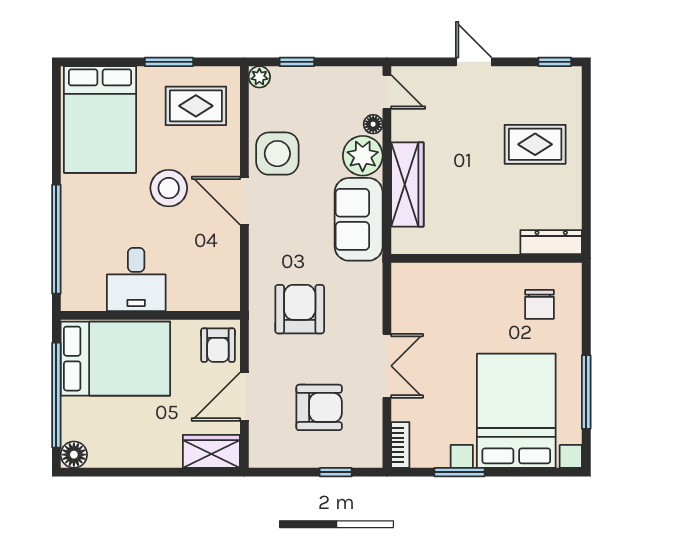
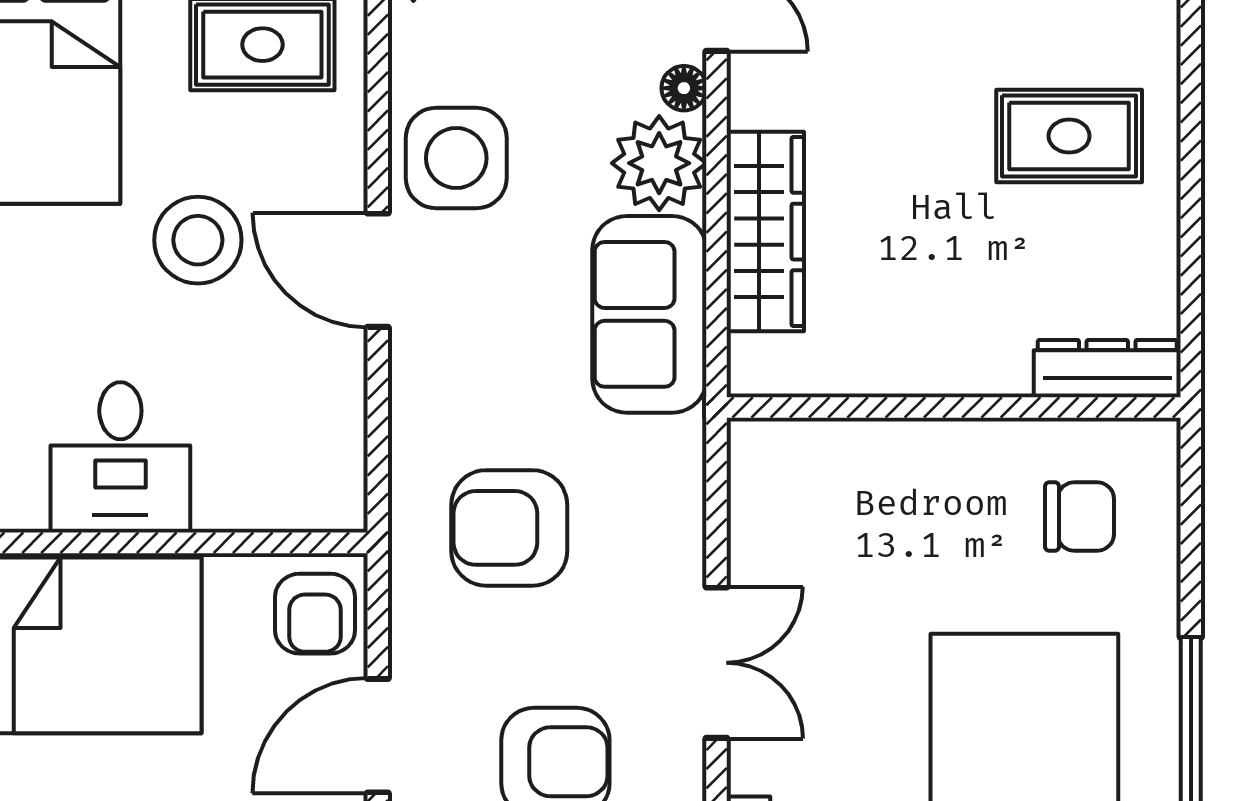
chair: (540, 304) -> (1080, 517), turned -90
armchair: (300, 309) -> (509, 528), turned -90

